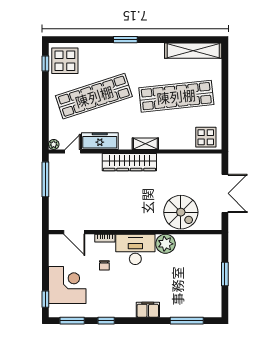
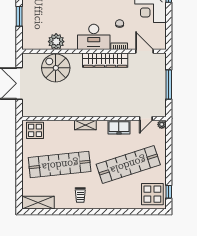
window: (125, 40) -> (102, 212), removed
shelving: (193, 51) -> (38, 203), width x0.68
trolley: (151, 60) -> (80, 195), added
freezer: (100, 141) -> (119, 127), width x0.71
wardrobe: (129, 162) -> (105, 60), moved, turned 180
window: (45, 179) -> (169, 85), moved
plant: (165, 244) -> (56, 42), moved

